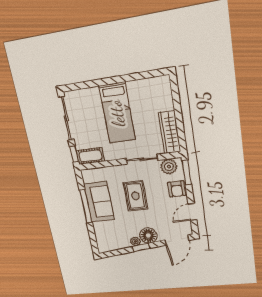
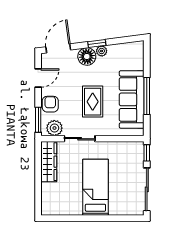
cot: (90, 156) -> (130, 149), removed
sofa: (99, 202) -> (132, 99), width x1.36

